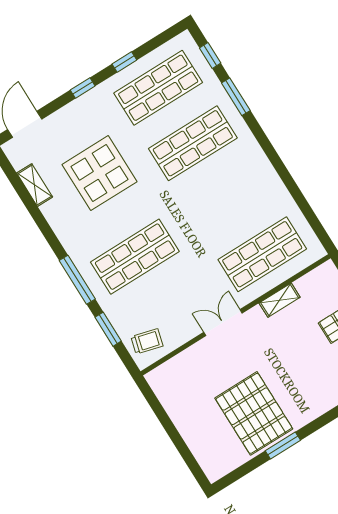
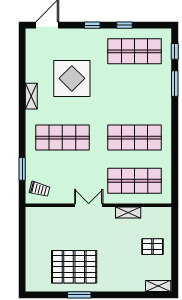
shop shelf: (193, 143) -> (134, 138), moved
shelving: (35, 185) -> (31, 96), moved
window: (77, 280) -> (22, 130), removed
pallet: (254, 413) -> (74, 267), turned 90

